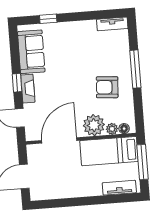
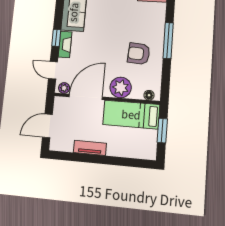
plant: (112, 129) -> (64, 88), moved
window: (143, 162) -> (162, 131), width x0.69
tv unit: (119, 188) -> (90, 148), moved

